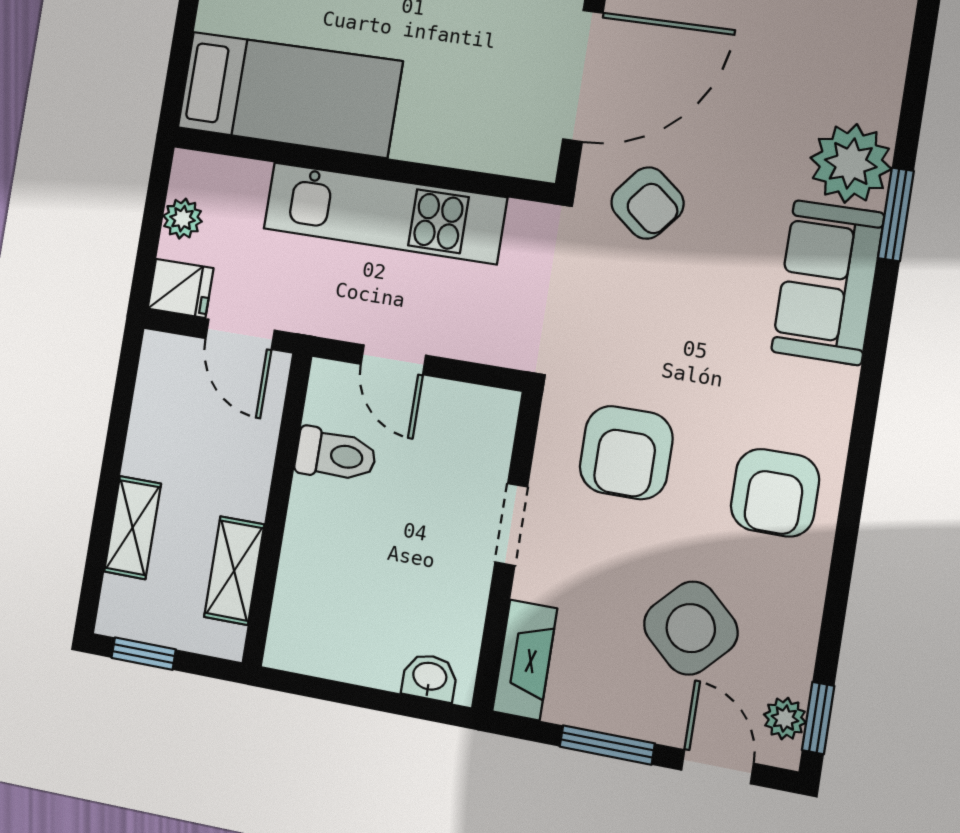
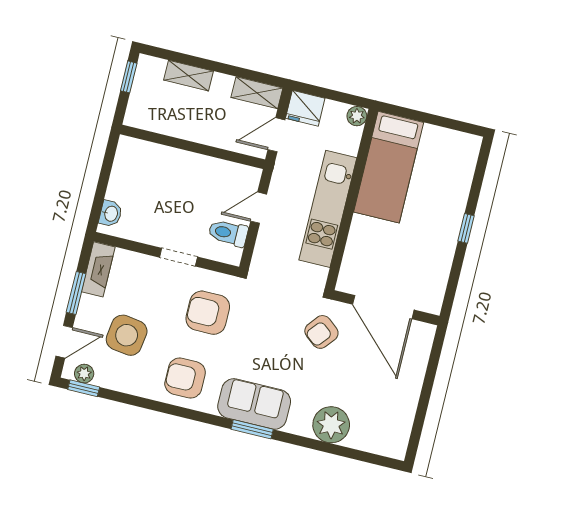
window: (896, 214) -> (252, 429), moved
plant: (183, 219) -> (357, 116), moved
sofa: (828, 283) -> (254, 404), moved
fridge: (181, 288) -> (305, 108), width x1.38
toilet: (336, 455) -> (228, 233), moved, turned 90
shelving: (234, 571) -> (257, 93), moved
side table: (691, 628) -> (127, 335), turned -35
fireplace: (525, 660) -> (98, 269), moved, turned -90

